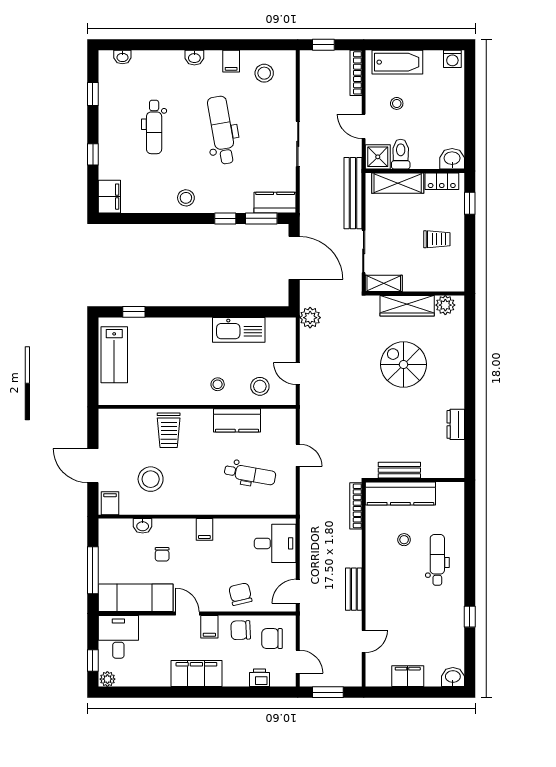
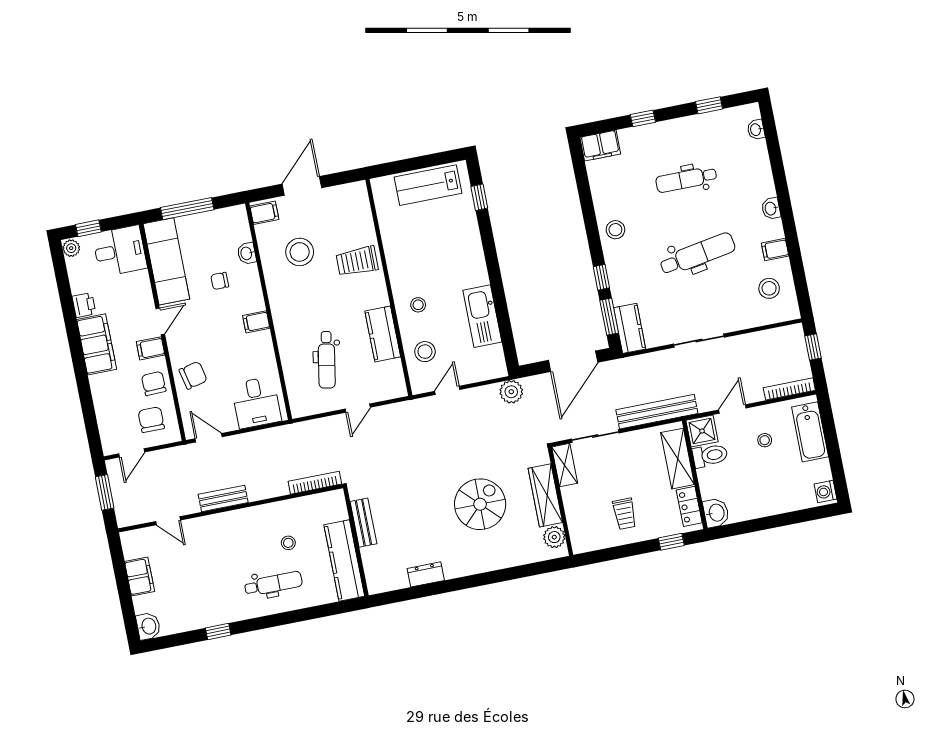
kitchen counter: (400, 494) -> (344, 560), moved
printer: (259, 678) -> (84, 305), moved

